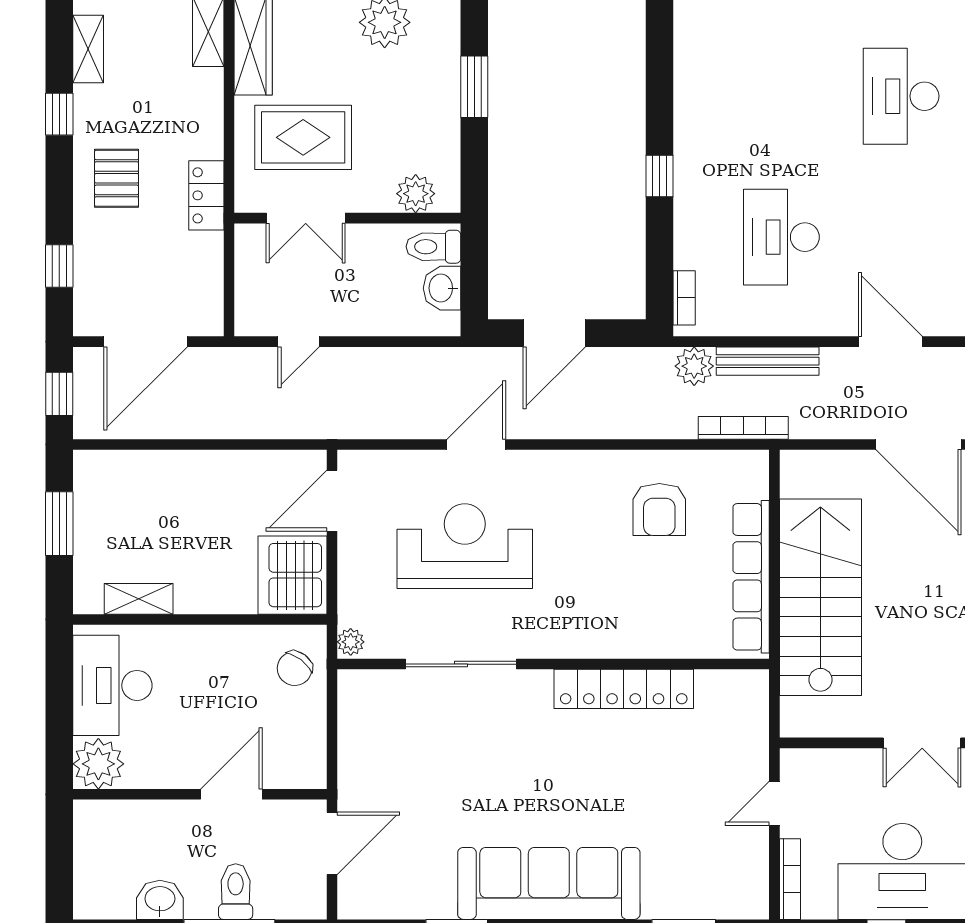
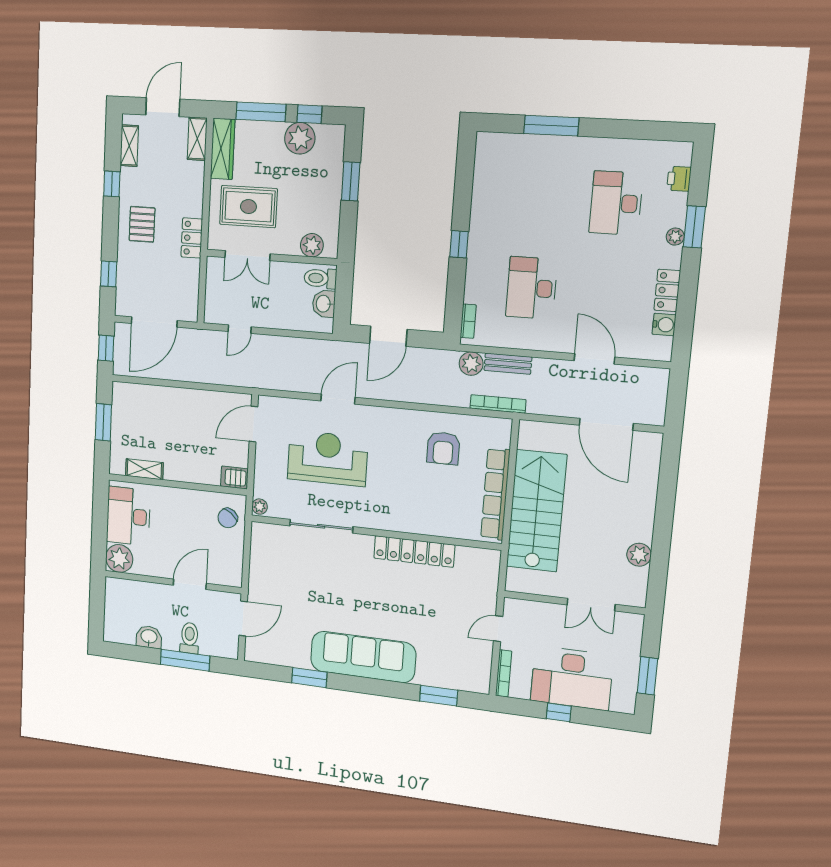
bench: (768, 361) -> (508, 364), width x0.73
server rack: (292, 575) -> (234, 478), width x0.46, depth x0.70

